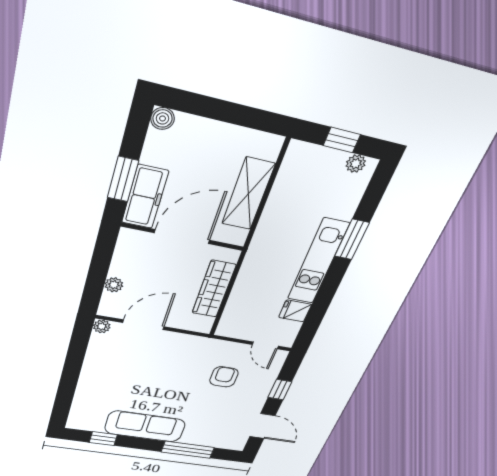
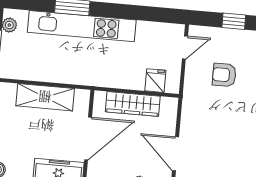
door: (182, 237) -> (88, 138), swing flipped
kitchen unit: (318, 262) -> (82, 26), width x1.36
fridge: (295, 311) -> (155, 81), moved, turned 180

